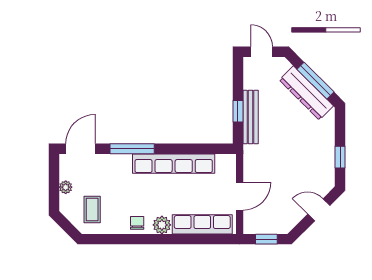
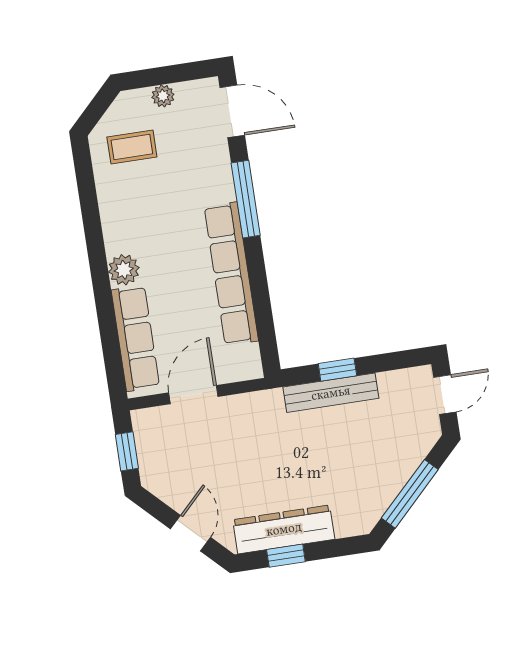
dresser: (306, 93) -> (284, 529), moved, turned 45
door: (240, 196) -> (193, 395), swing flipped
chair: (137, 223) -> (121, 227), removed

